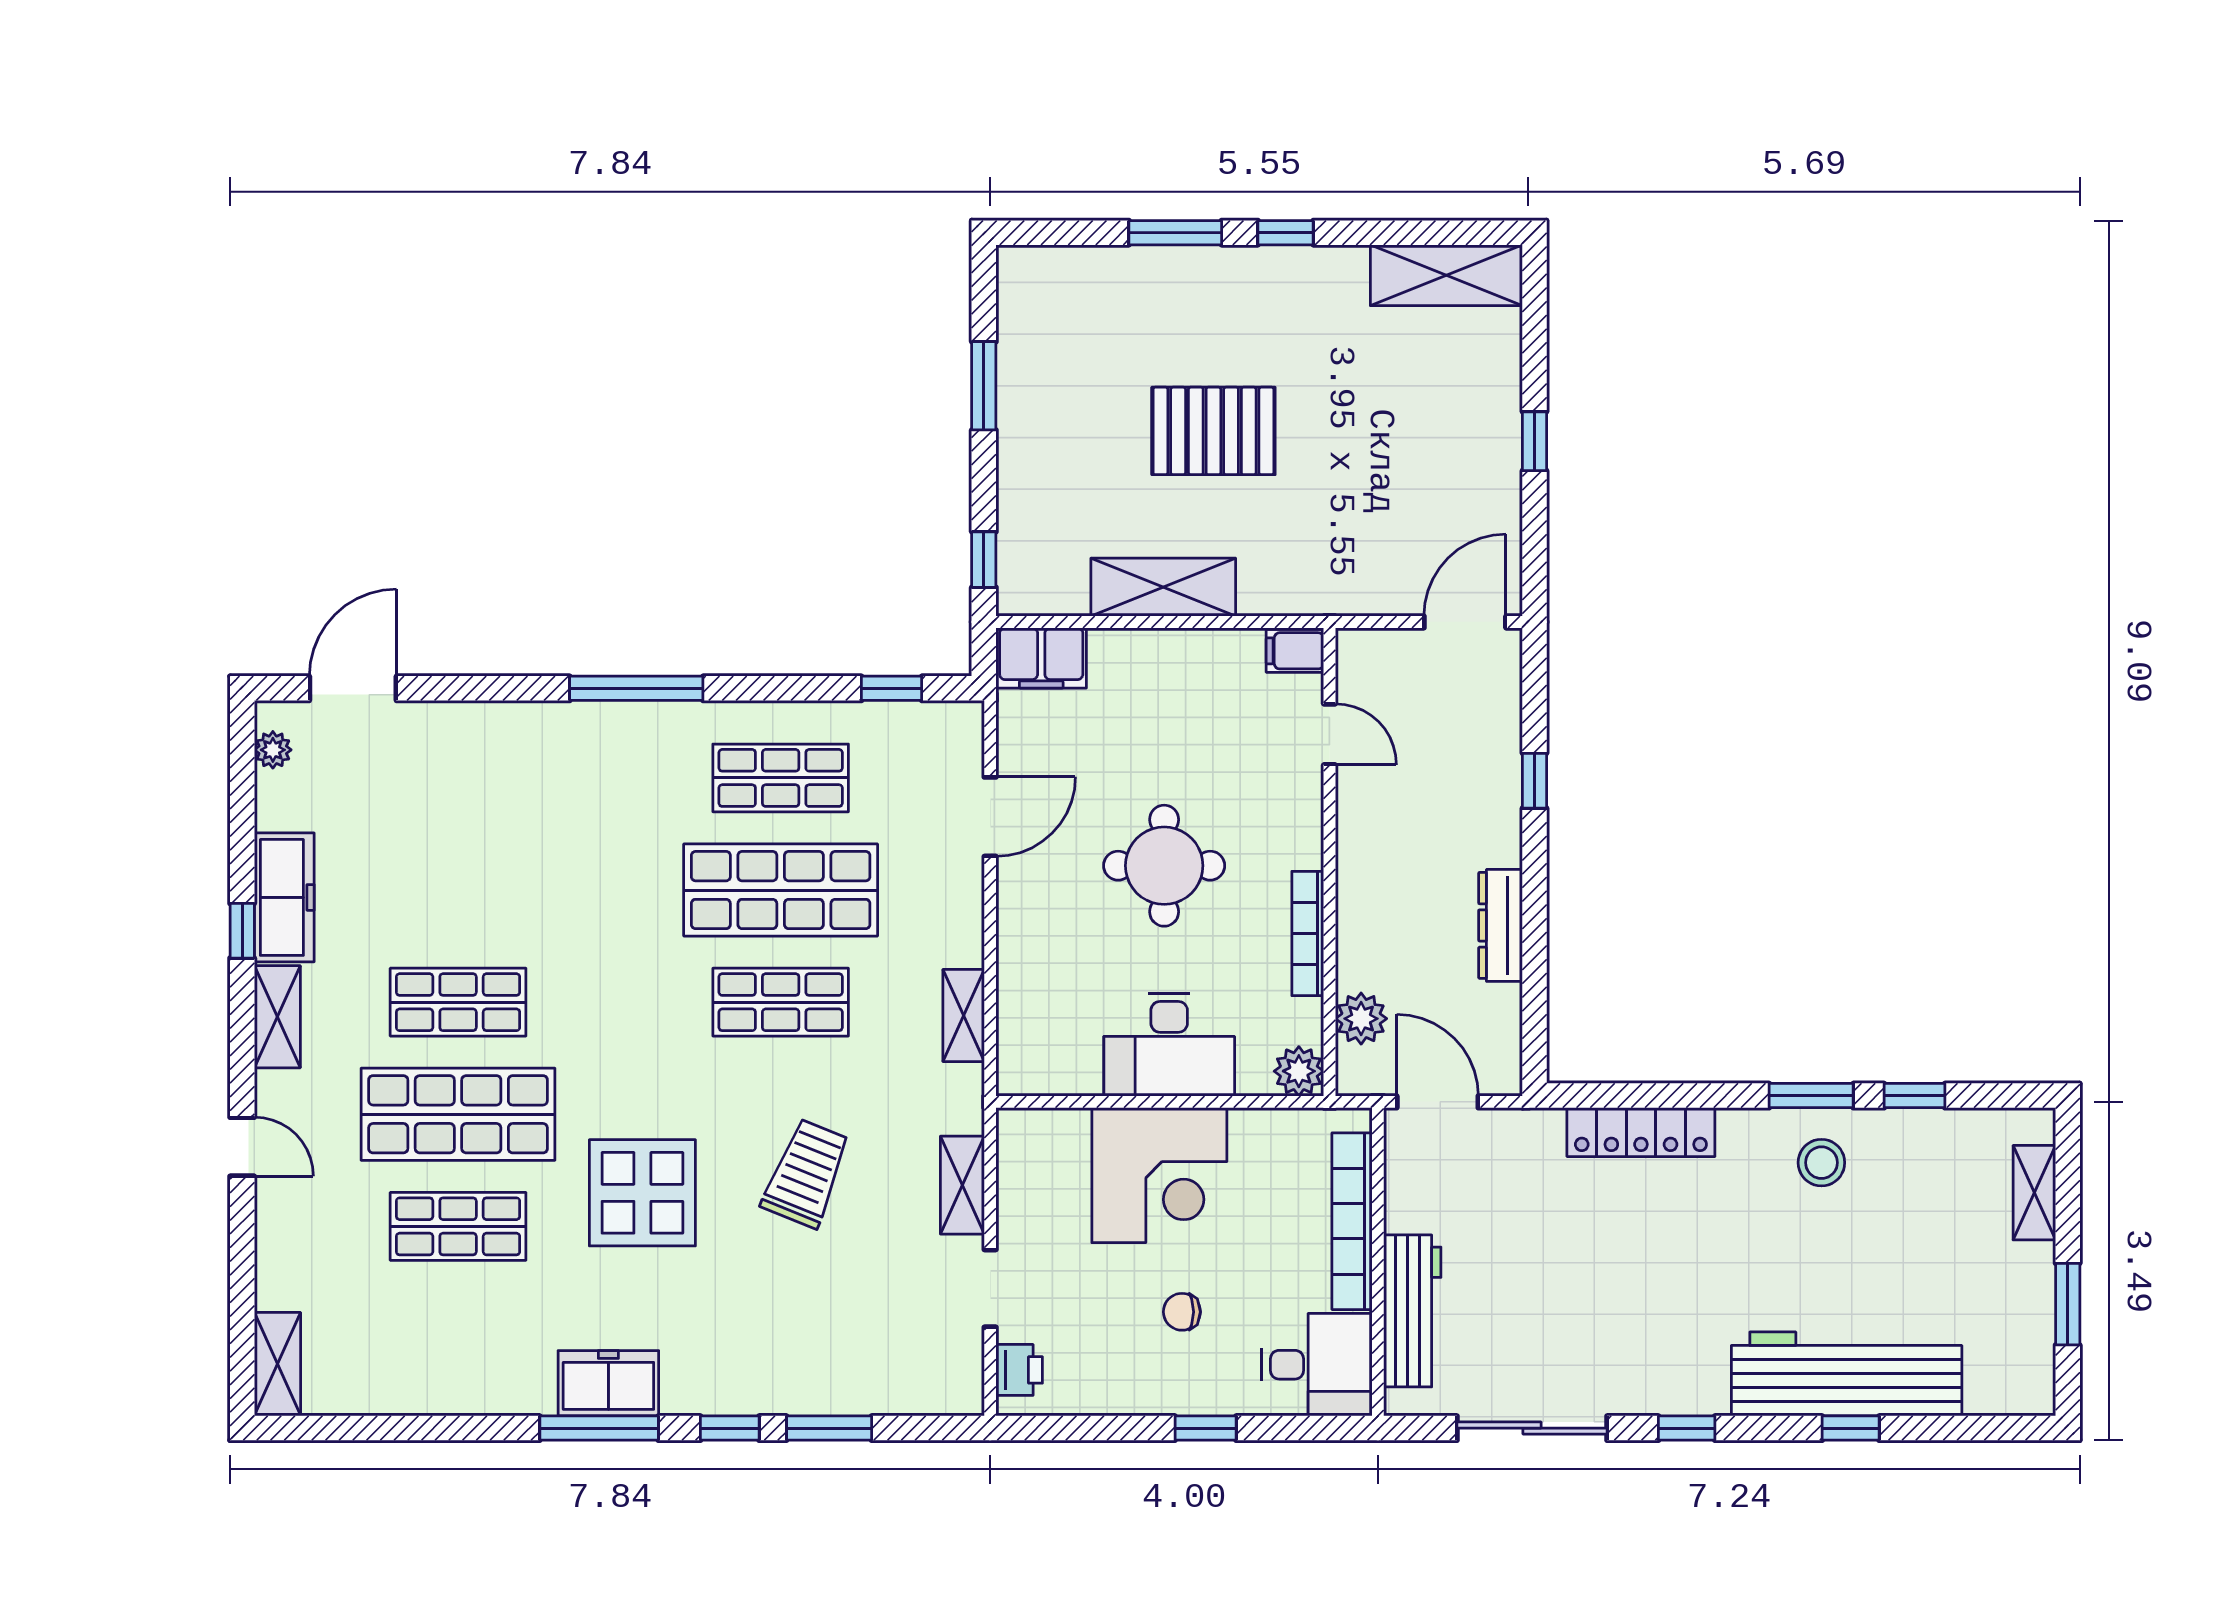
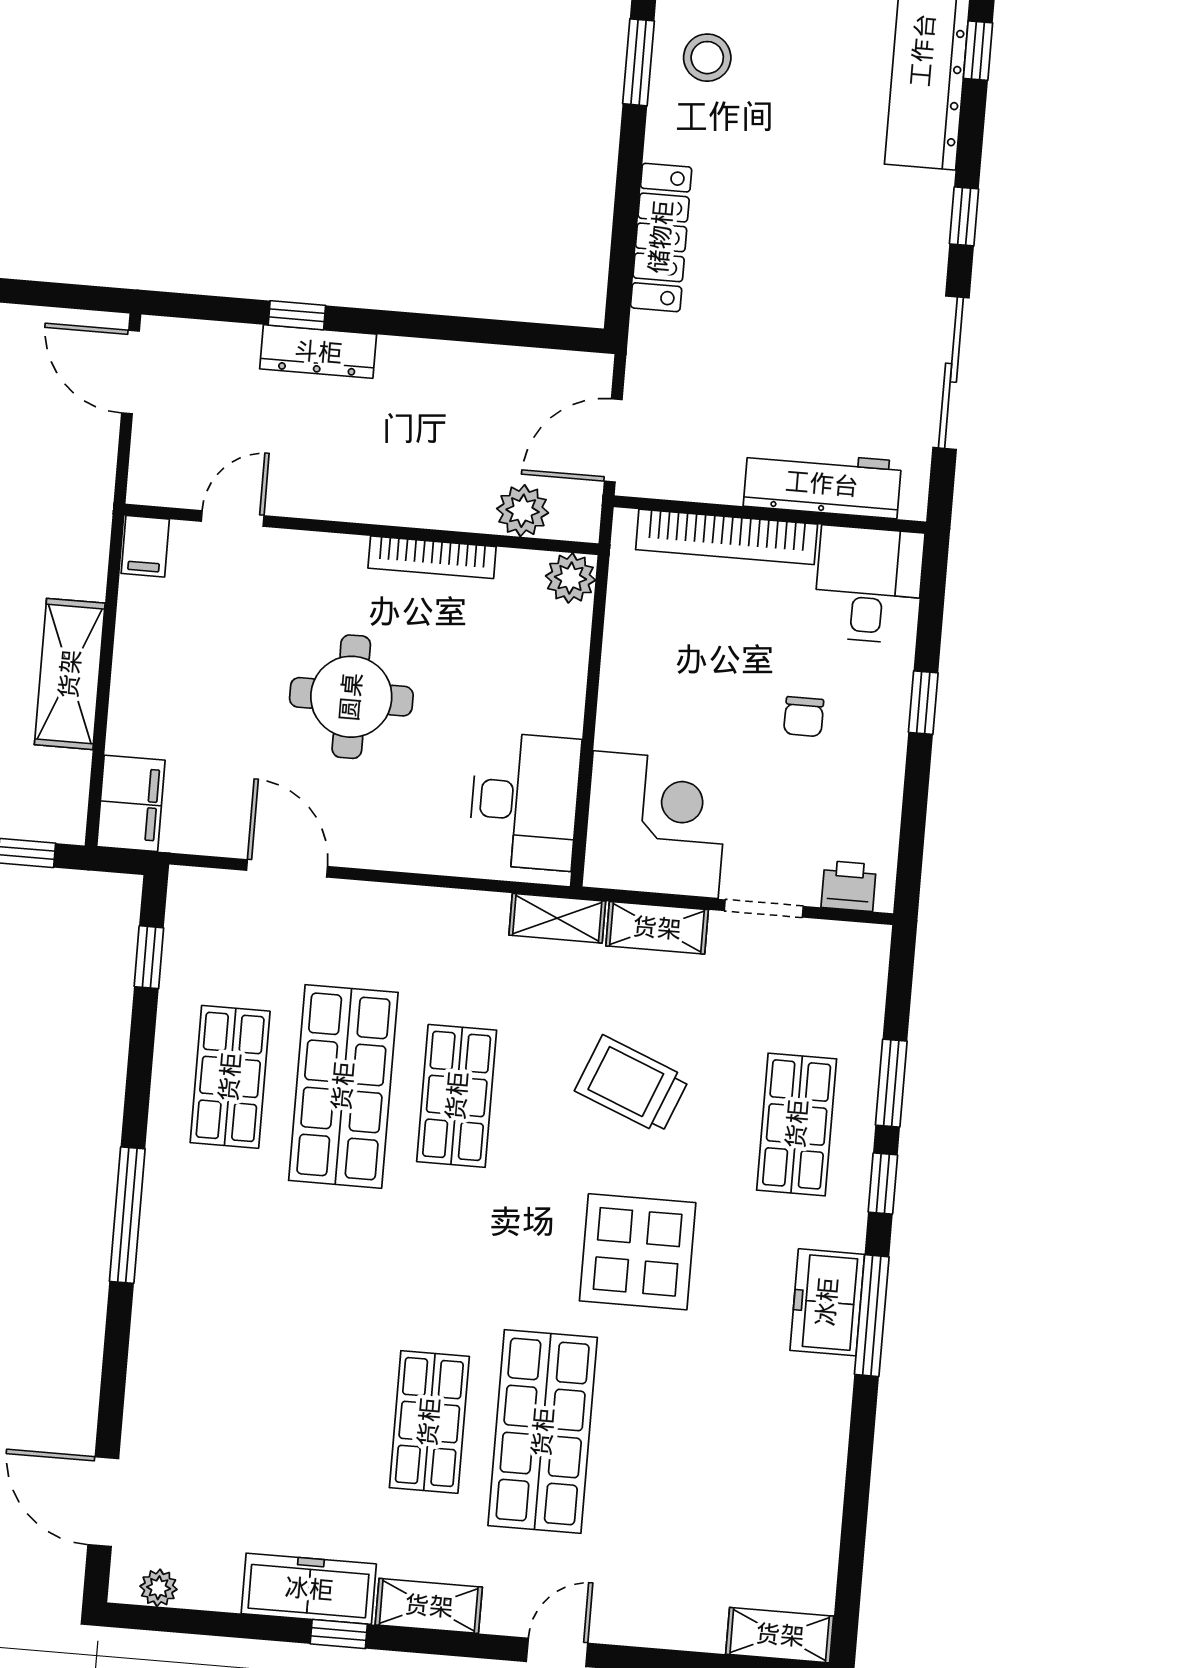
dresser: (1500, 925) -> (318, 352), moved
shelving: (964, 1015) -> (557, 918), moved
desk: (1169, 1045) -> (525, 801), moved
corner desk: (1159, 1175) -> (656, 825), moved
shop shelf: (458, 1226) -> (797, 1124), moved

